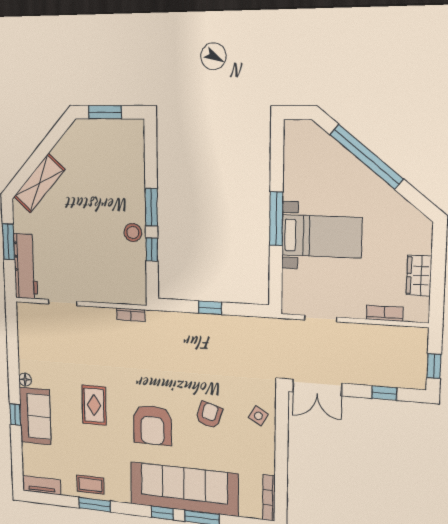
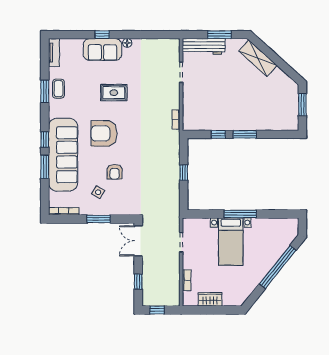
stool: (133, 233) -> (229, 122), removed
armchair: (209, 415) -> (115, 172), turned 73
side table: (258, 416) -> (98, 192), moved
window: (281, 446) -> (99, 219), added

